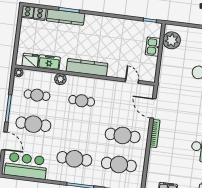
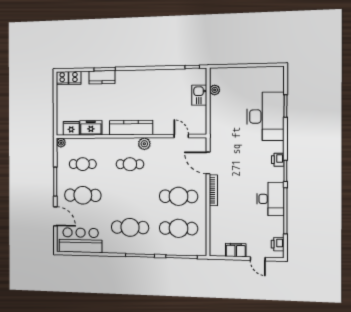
kitchen counter: (66, 17) -> (102, 77), width x0.67
plant: (172, 40) -> (215, 90), width x0.53, depth x0.53
plant: (60, 79) -> (144, 144), moved

